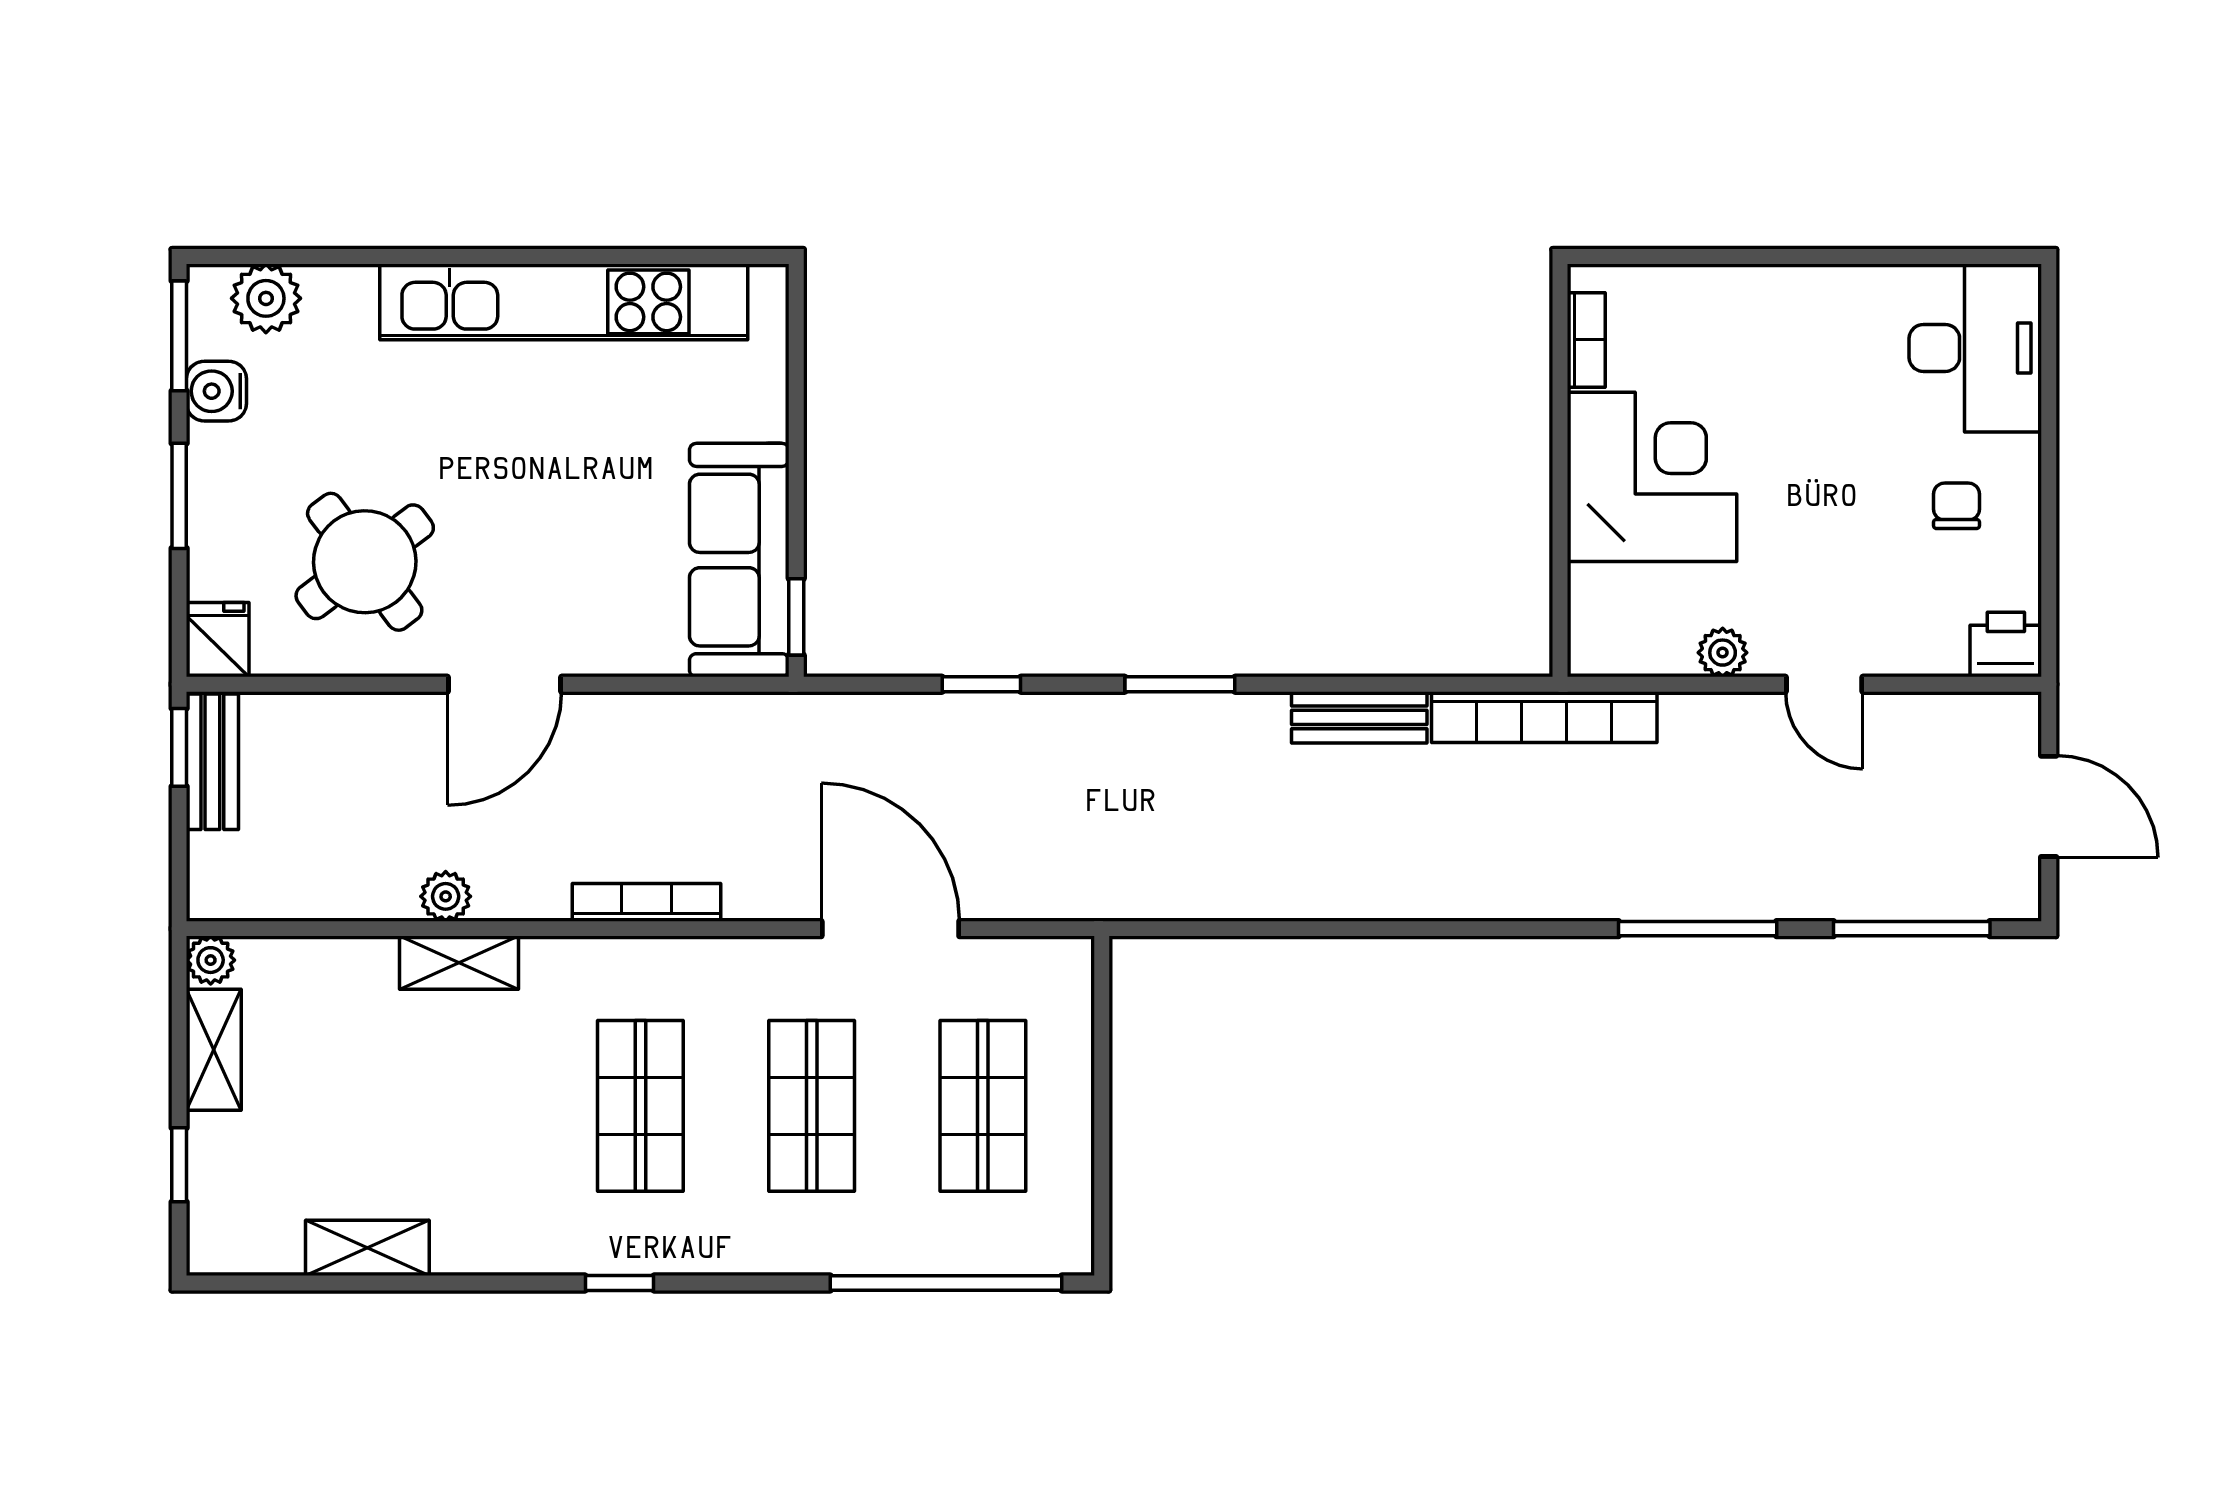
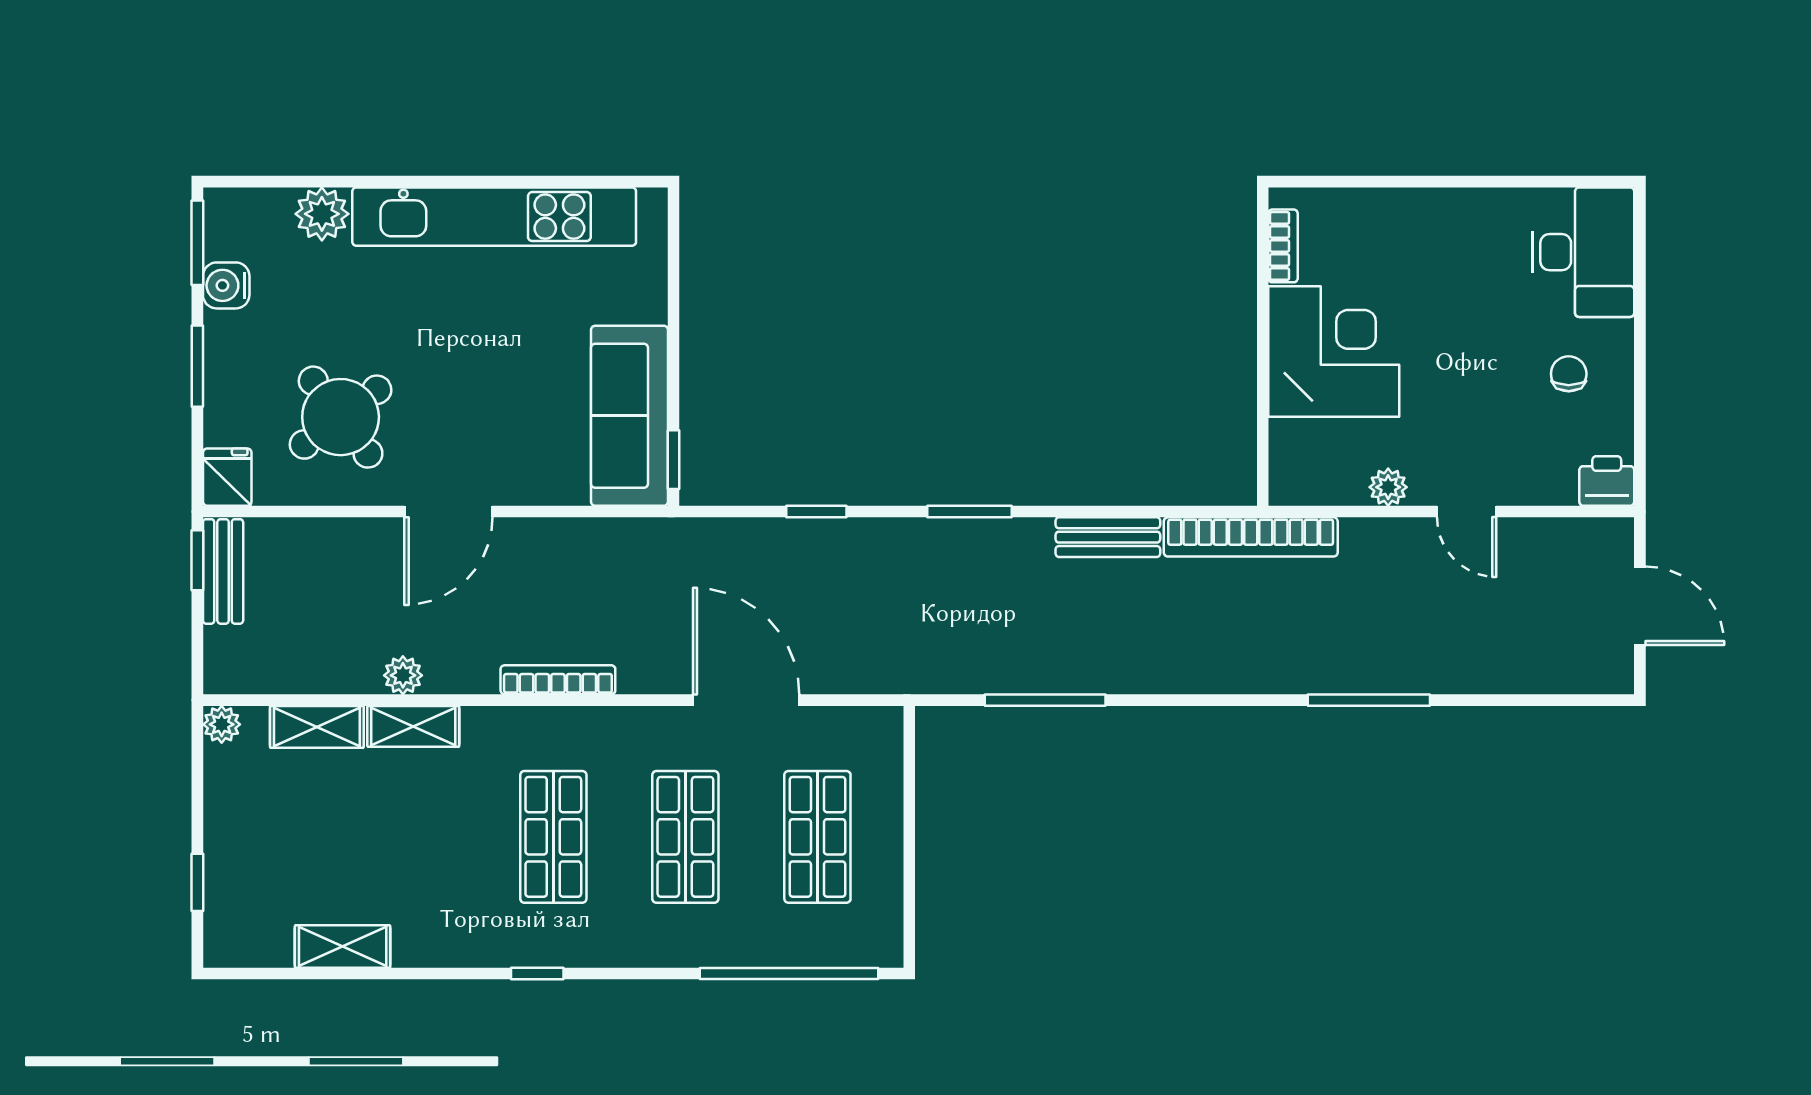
plant: (266, 298) -> (322, 214), moved
window: (1912, 929) -> (1045, 700), moved
shelving: (214, 1050) -> (317, 727), moved, turned 90

